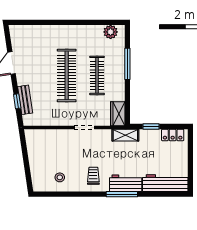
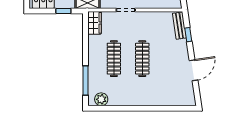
window: (127, 64) -> (86, 80), moved
clothes rail: (67, 75) -> (142, 59), width x0.73, depth x0.76
bench: (25, 100) -> (179, 26), moved

